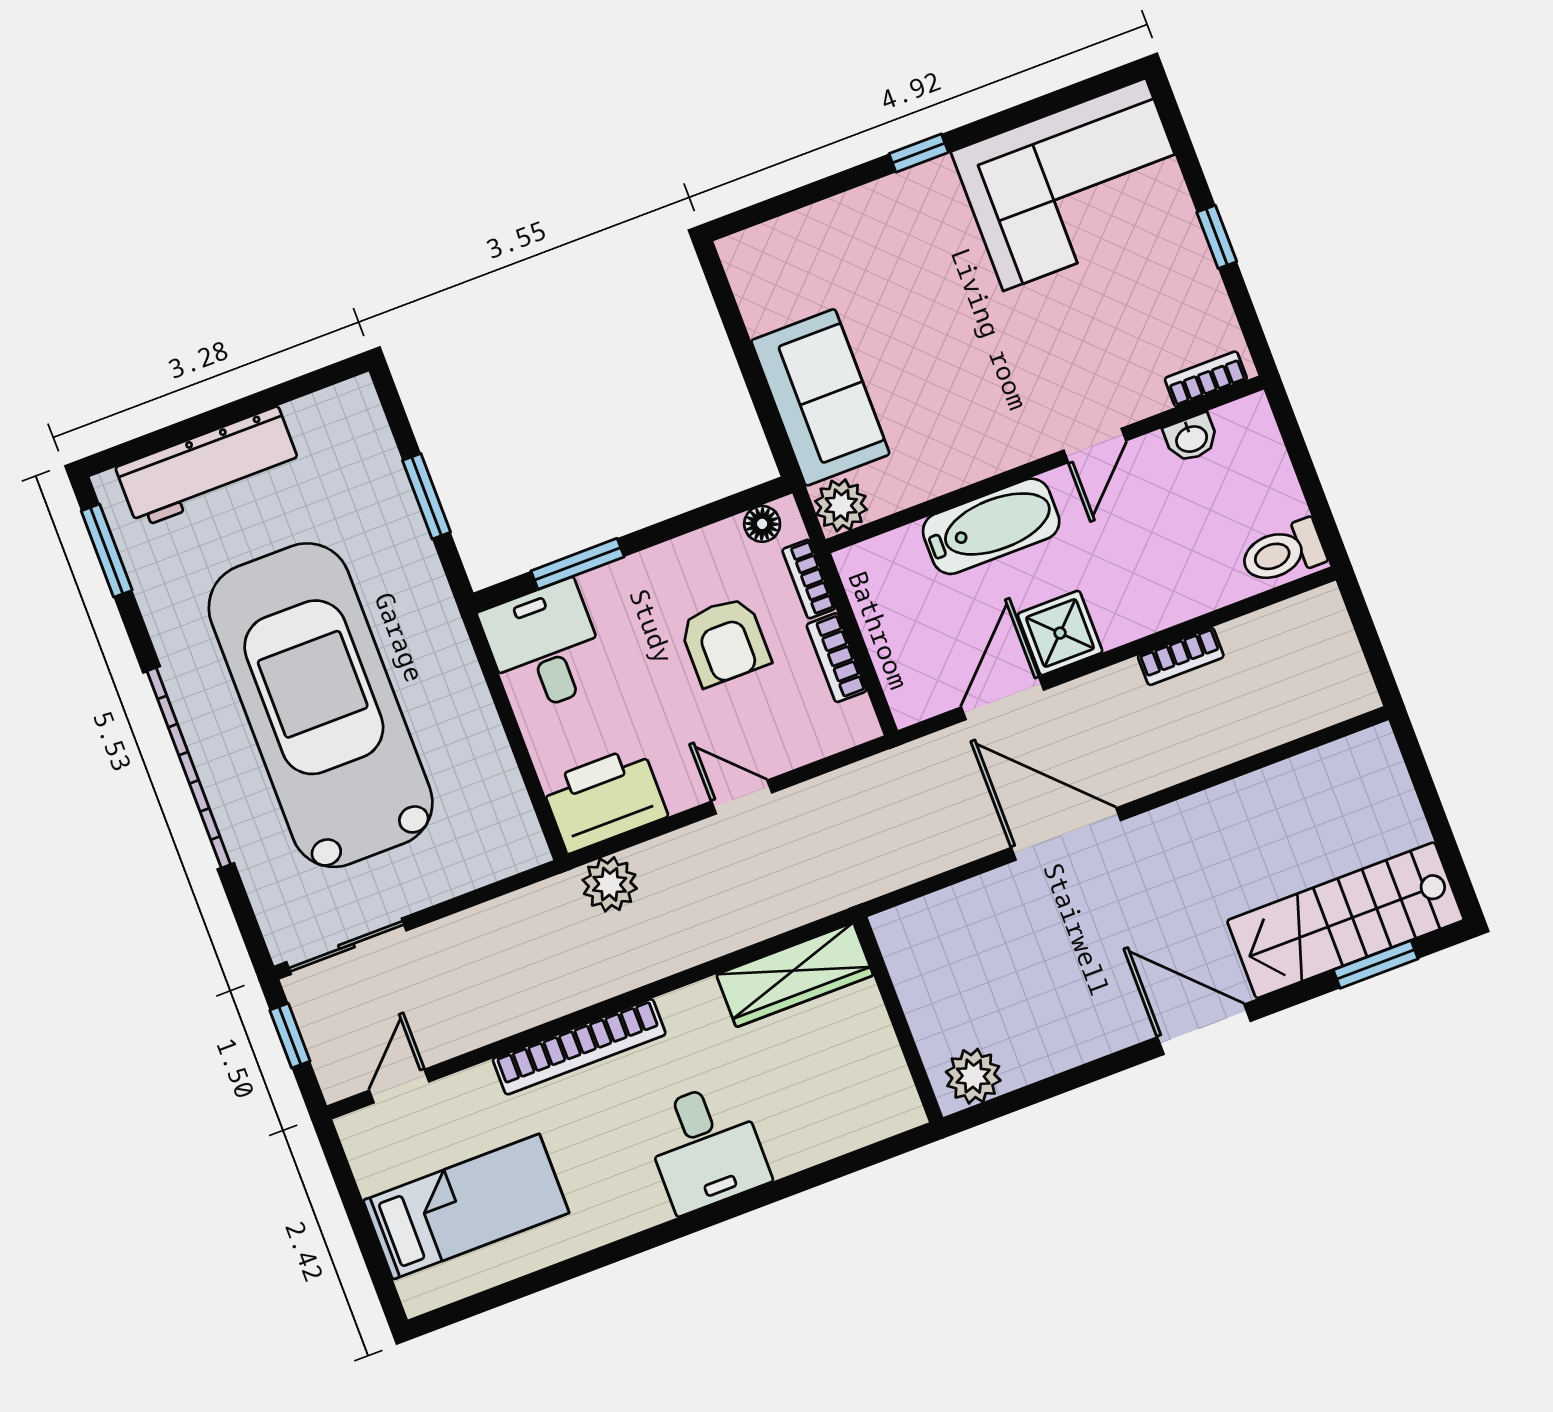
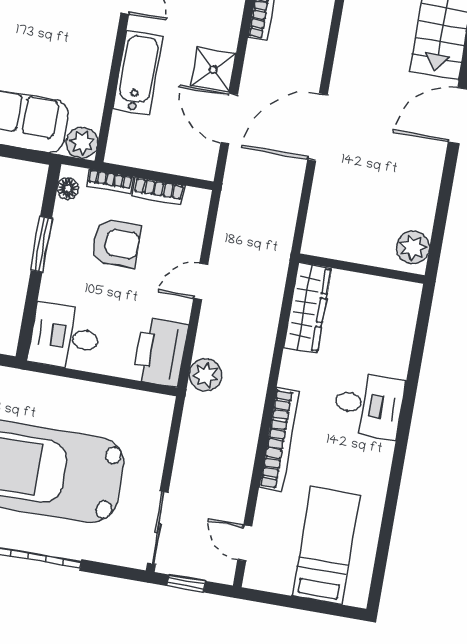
window: (578, 564) -> (41, 244), moved

